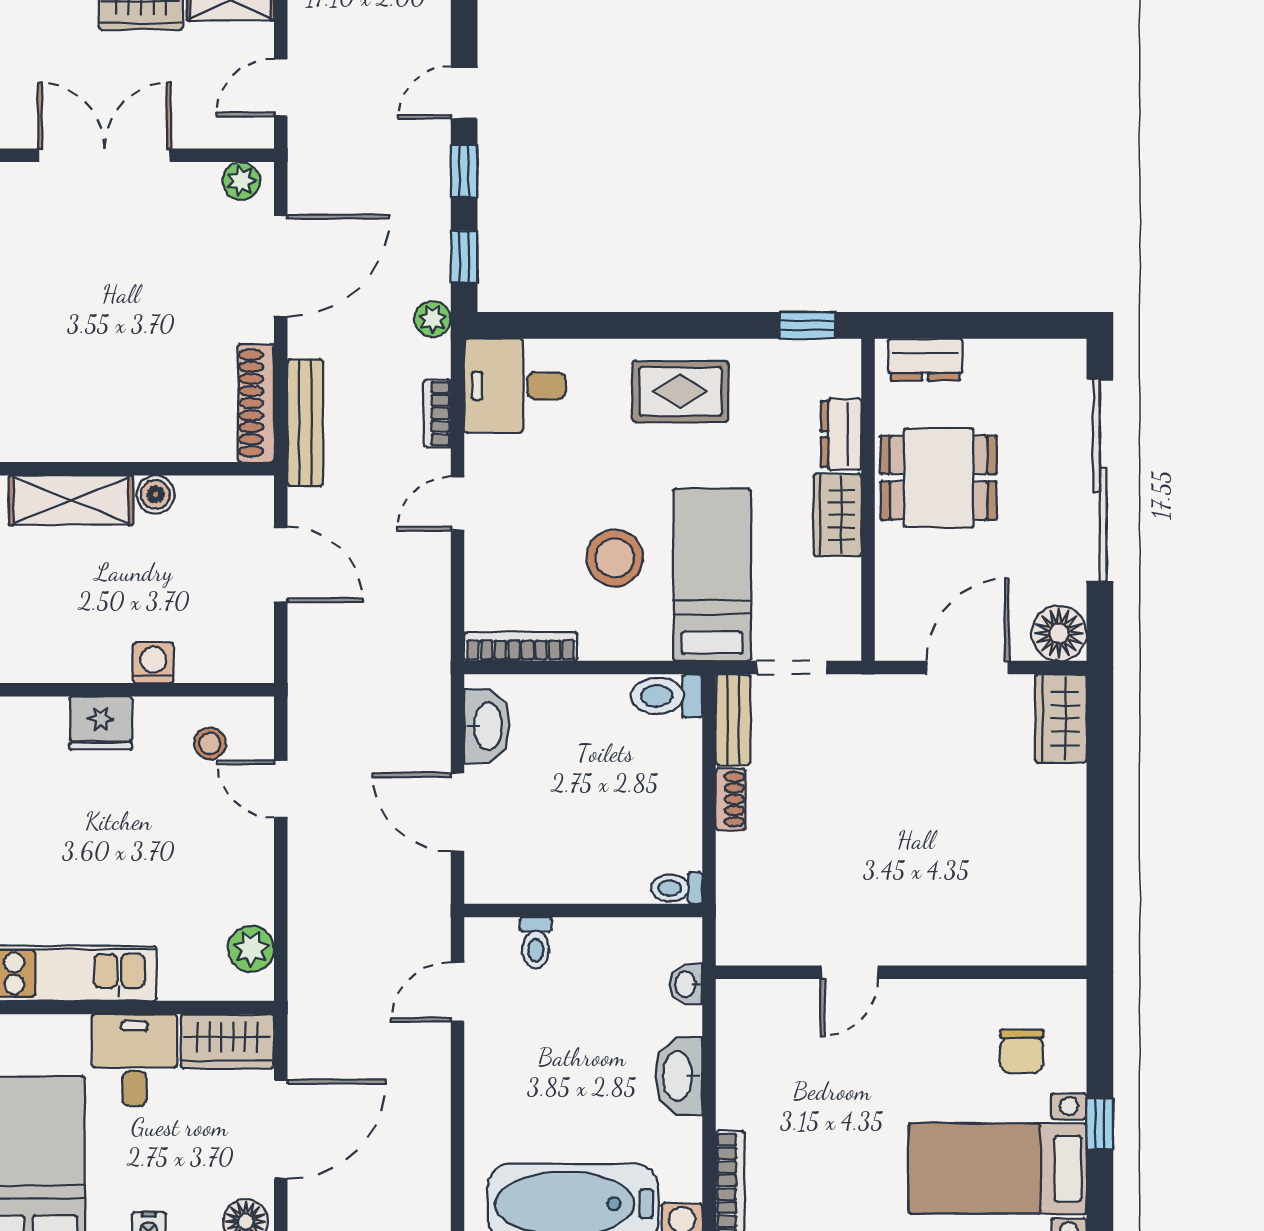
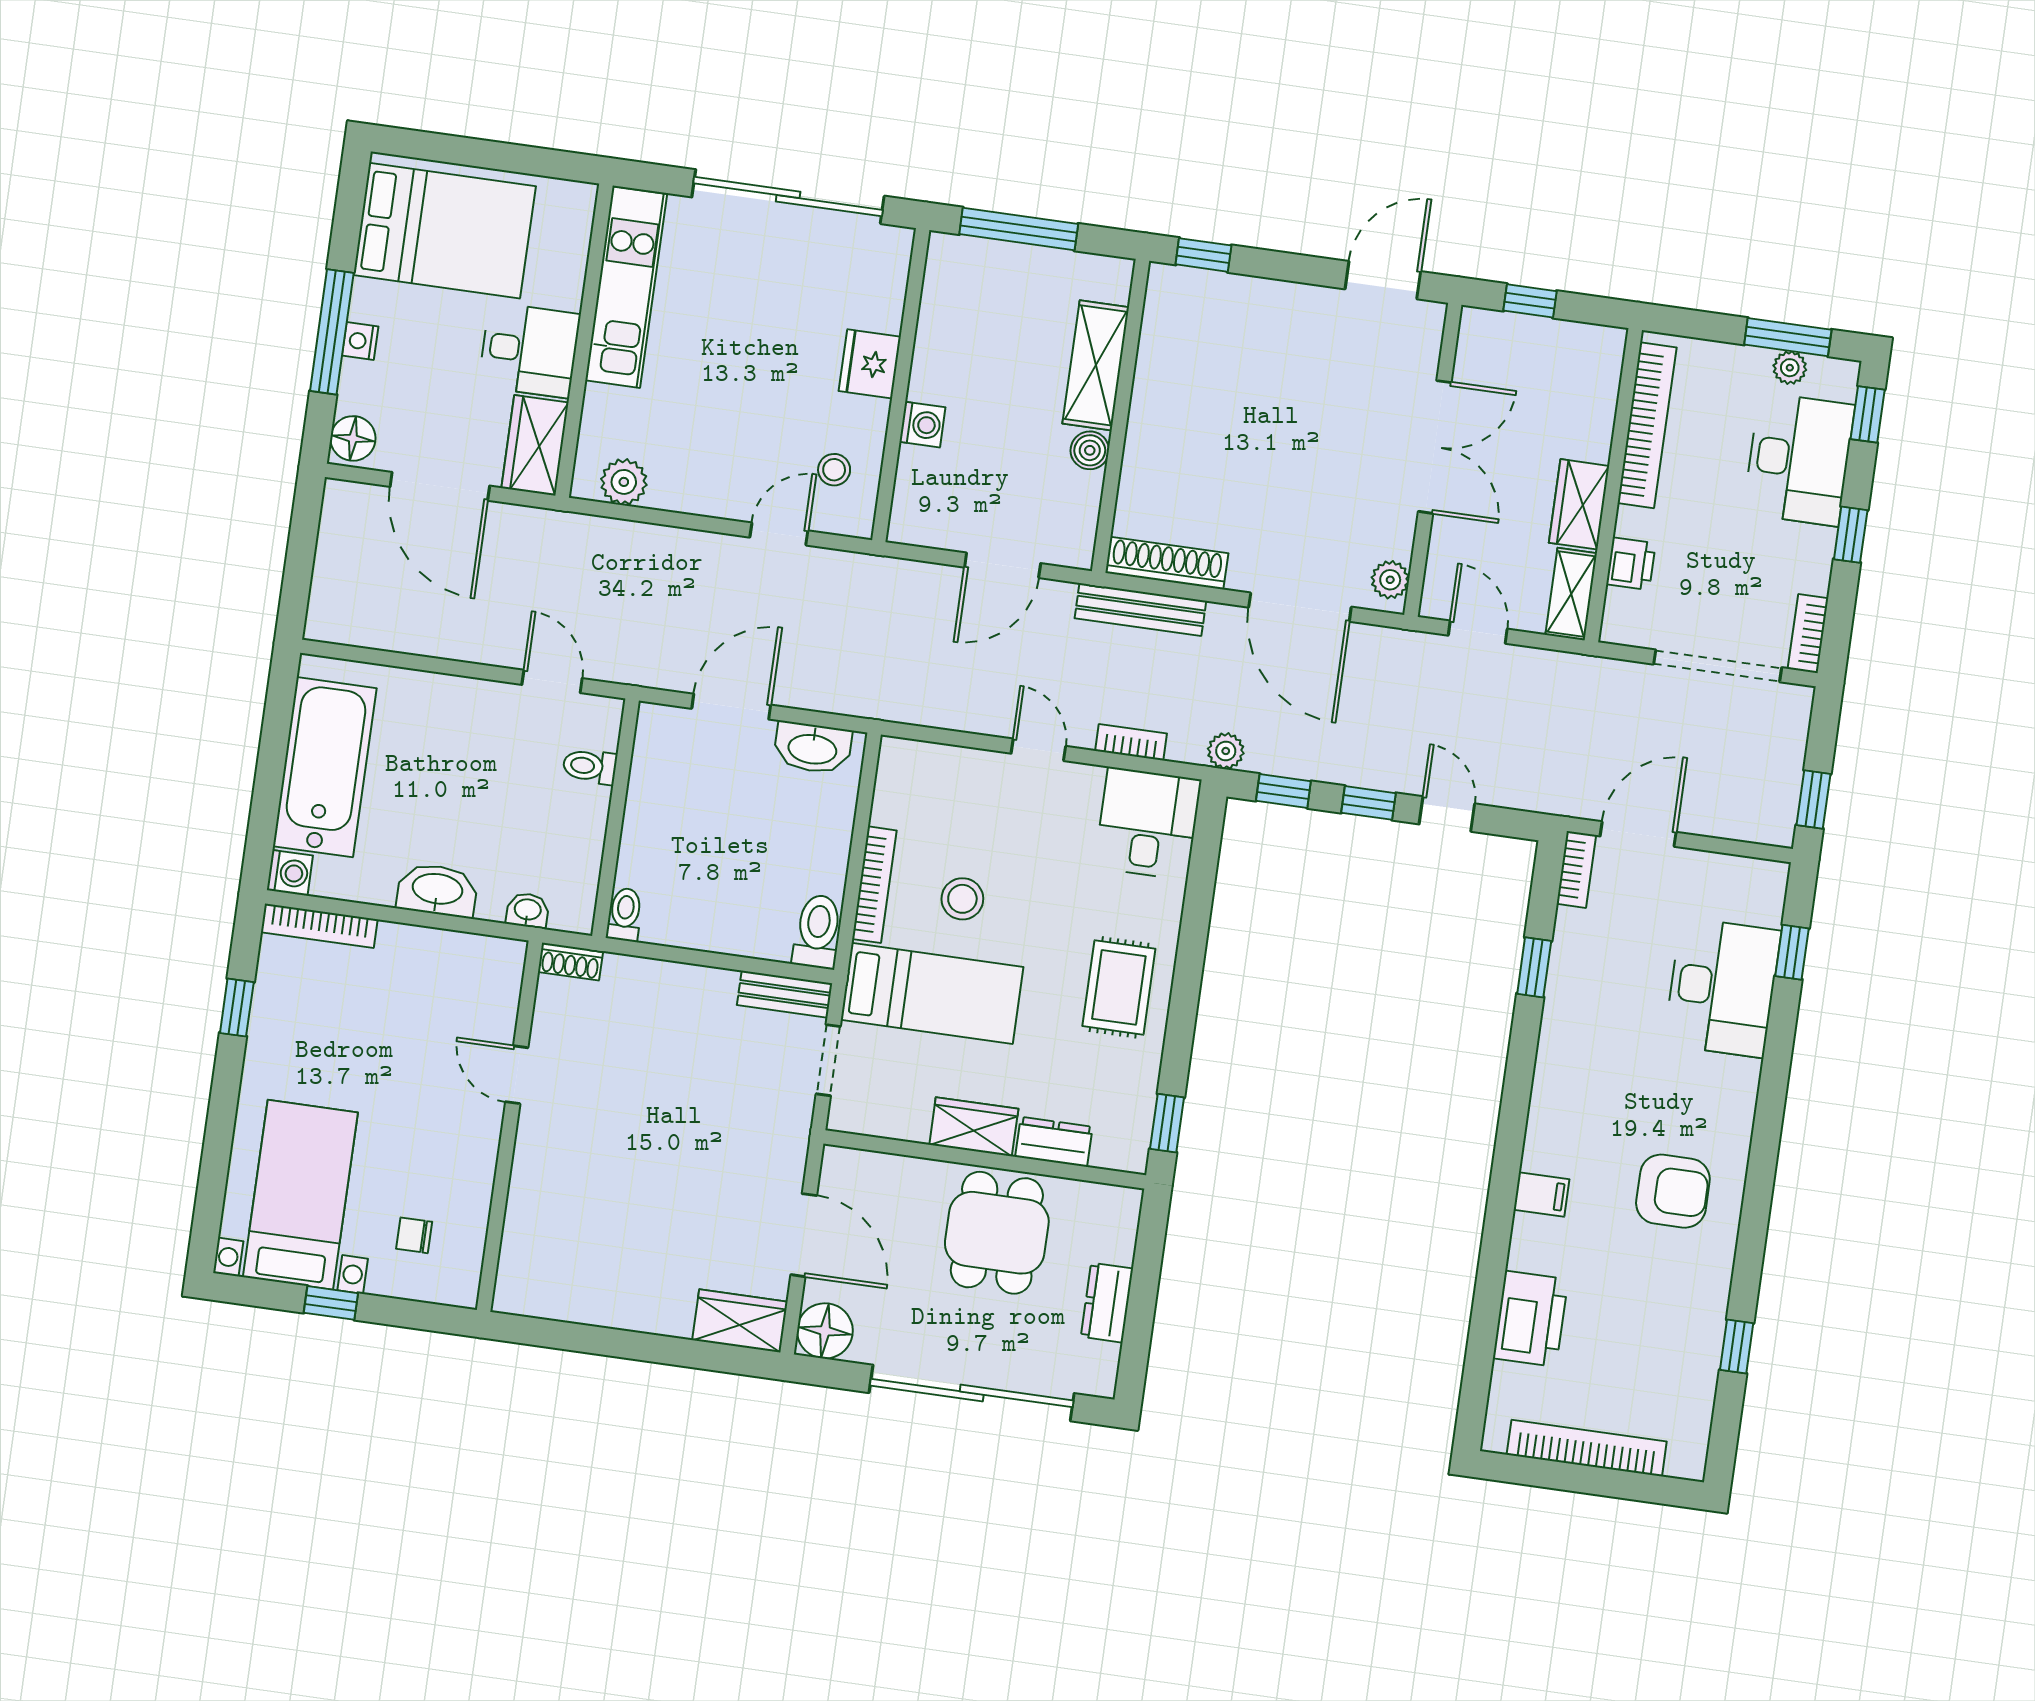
dresser: (925, 360) -> (1107, 1303), moved
stool: (615, 558) -> (962, 899), width x0.73, depth x0.73
bookcase: (521, 646) -> (874, 885), moved
shoe rack: (731, 799) -> (571, 962), moved
chair: (1022, 1051) -> (414, 1235), width x0.73, depth x0.73

